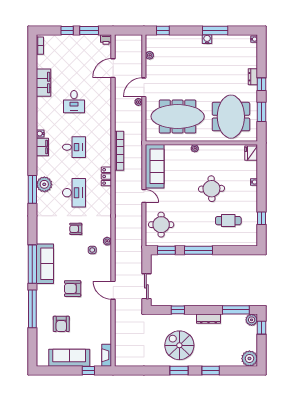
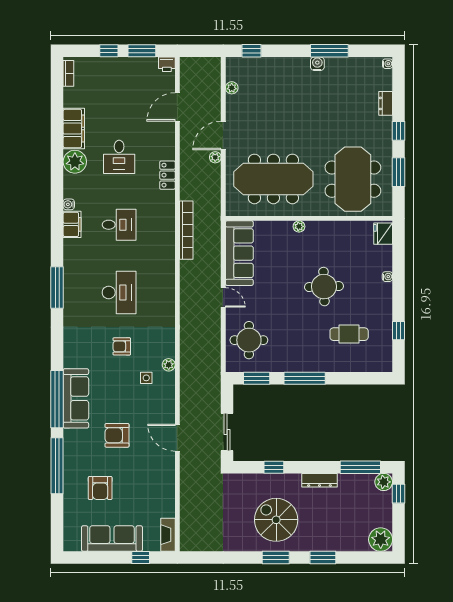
dresser: (253, 77) -> (386, 103), moved
locker: (106, 176) -> (167, 175), moved
plant: (44, 184) -> (75, 162), moved

